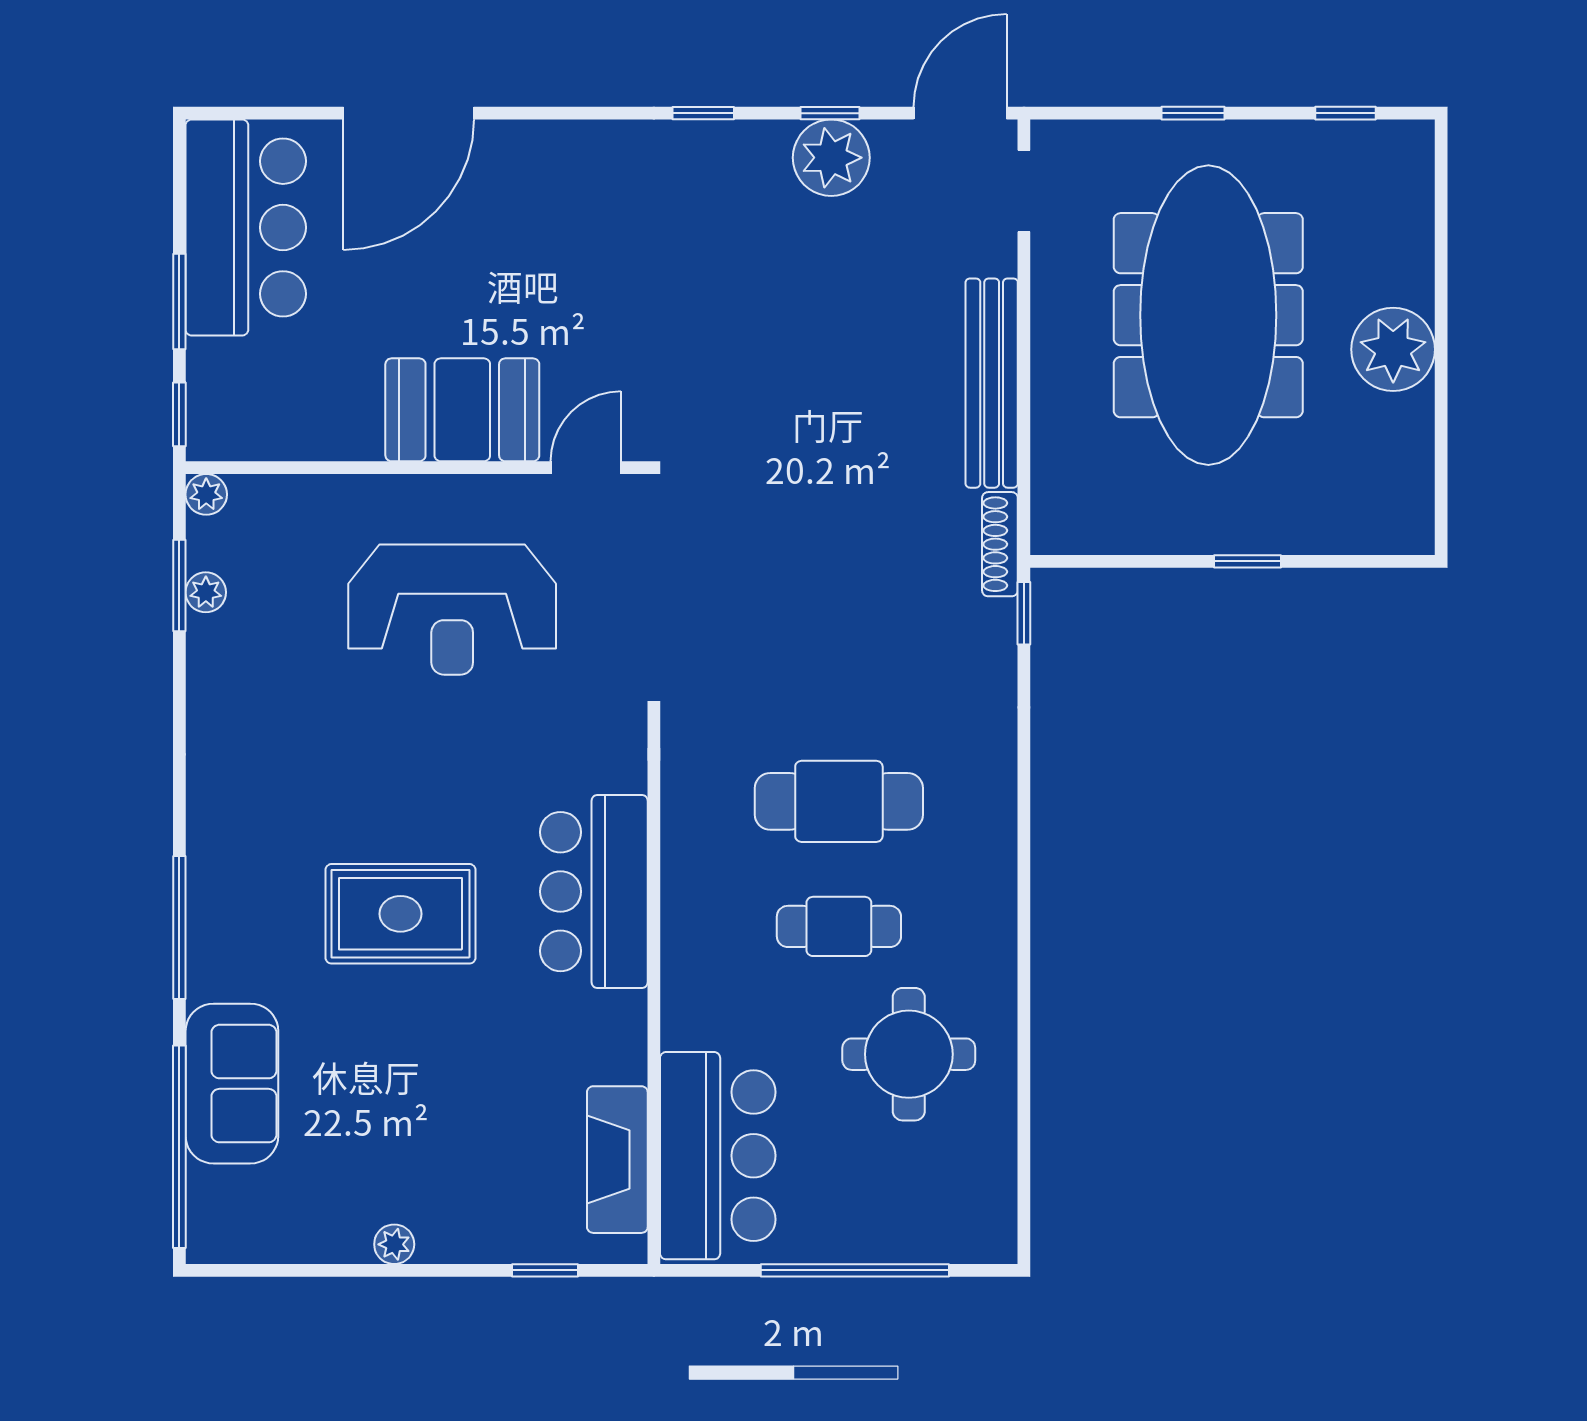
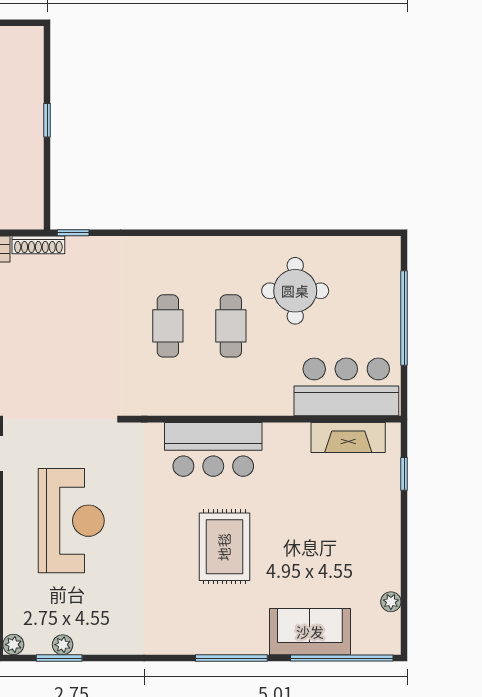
cafe table: (839, 801) -> (168, 326), width x0.73, depth x0.74
plant: (394, 1244) -> (391, 602), moved

